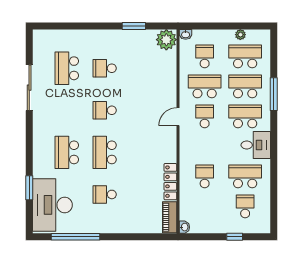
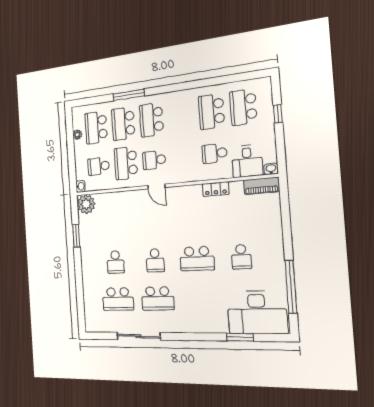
desk: (256, 145) -> (247, 161), moved, turned 180
school desk: (67, 152) -> (158, 298), moved
locker: (170, 182) -> (216, 189), width x0.66
school desk: (245, 206) -> (243, 107), width x1.85

